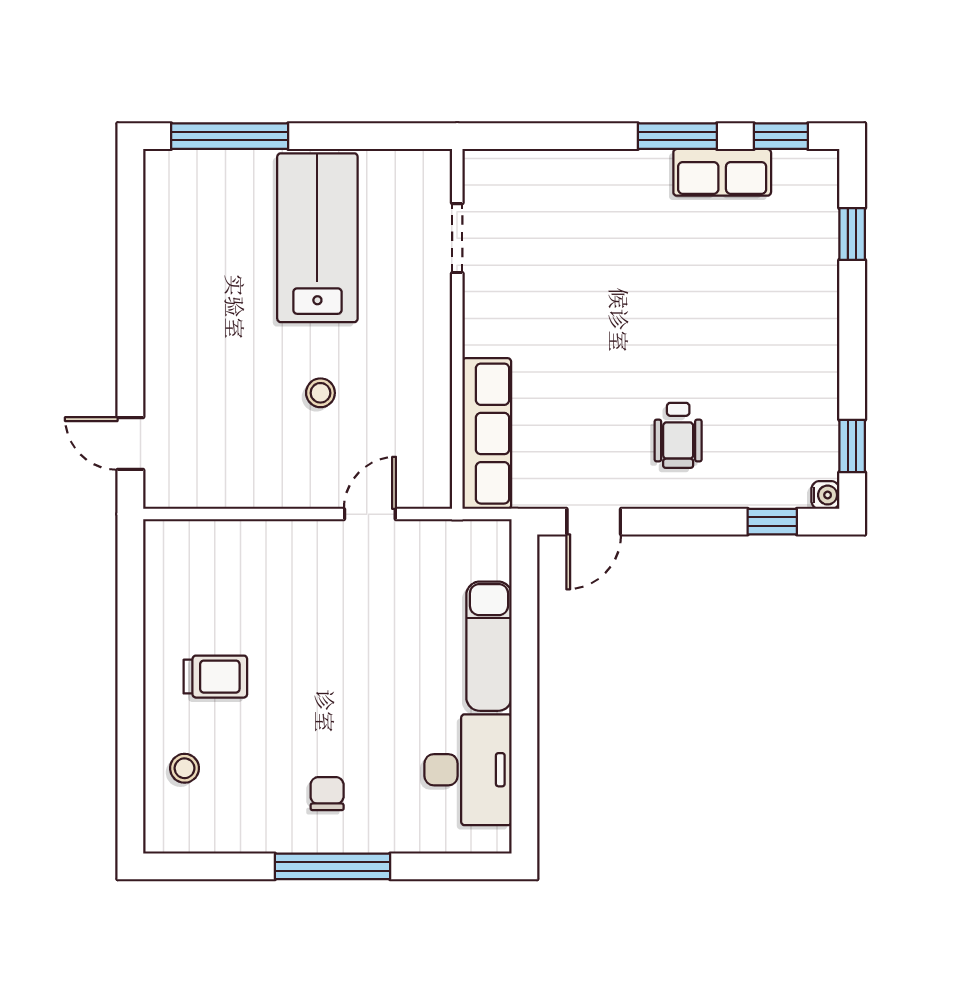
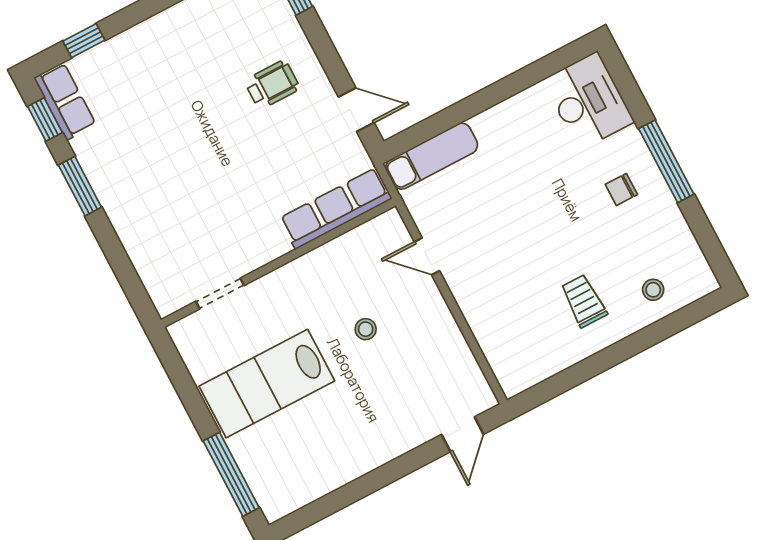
row of seats: (722, 172) -> (65, 101), moved
exam couch: (489, 646) -> (432, 156), moved
desk: (468, 770) -> (588, 101), moved, turned 90

